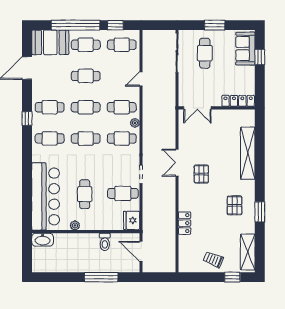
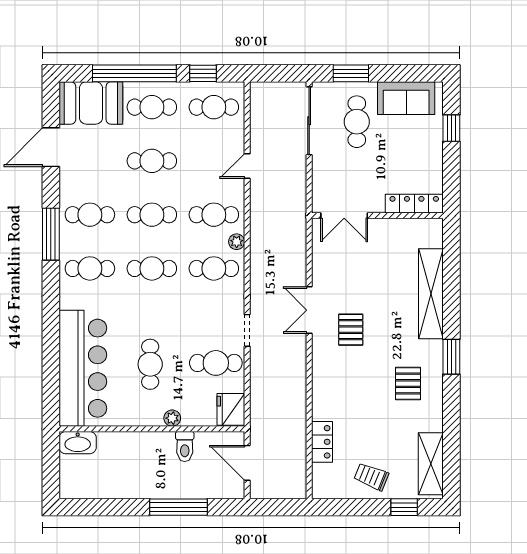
window: (215, 25) -> (351, 73), moved
sofa: (245, 49) -> (406, 98), moved, turned -90
window: (27, 118) -> (51, 234), width x2.17
window: (260, 212) -> (451, 357), moved
locker: (185, 223) -> (322, 442), moved
plant: (75, 225) -> (172, 418), moved

